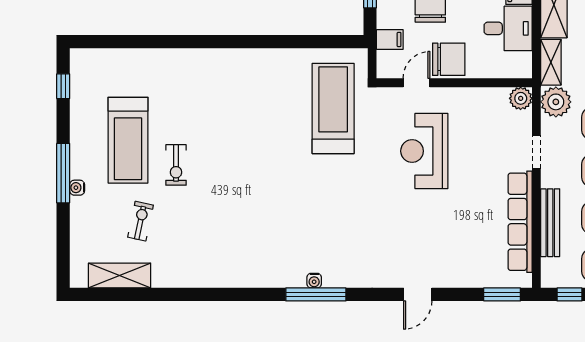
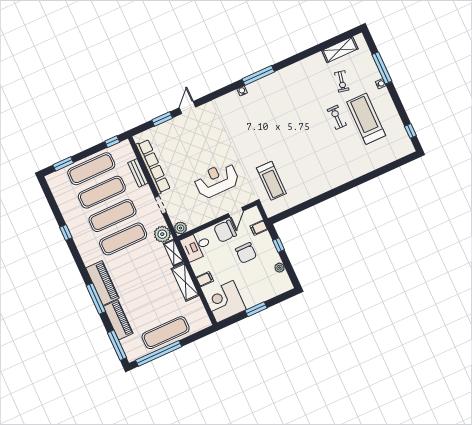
desk: (508, 28) -> (196, 246), moved
treadmill: (333, 108) -> (271, 181), width x0.73, depth x0.73
reception desk: (424, 151) -> (217, 180), turned -90
window: (63, 173) -> (382, 68), moved
bench: (550, 223) -> (138, 173), width x0.73
window: (316, 294) -> (258, 75), moved
window: (502, 294) -> (162, 119), moved

